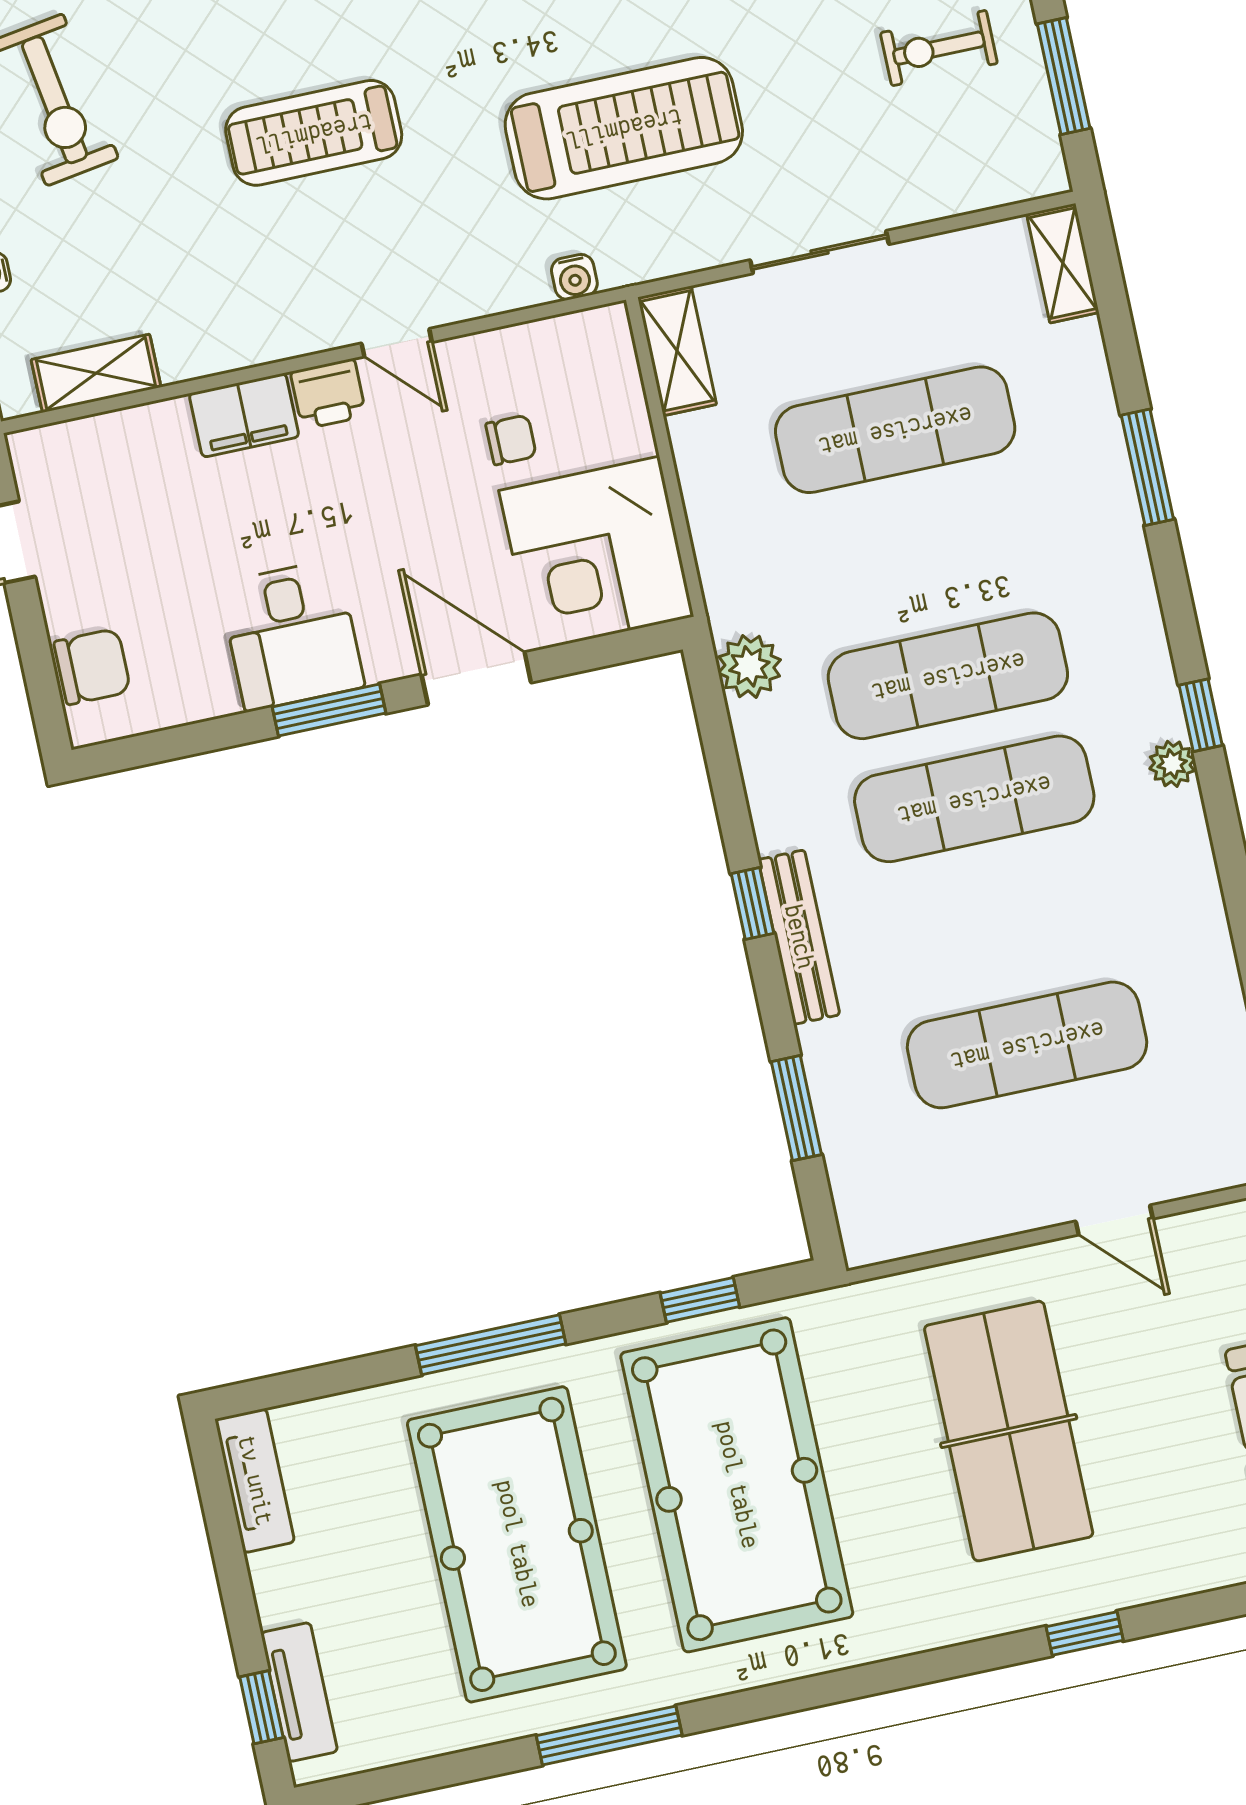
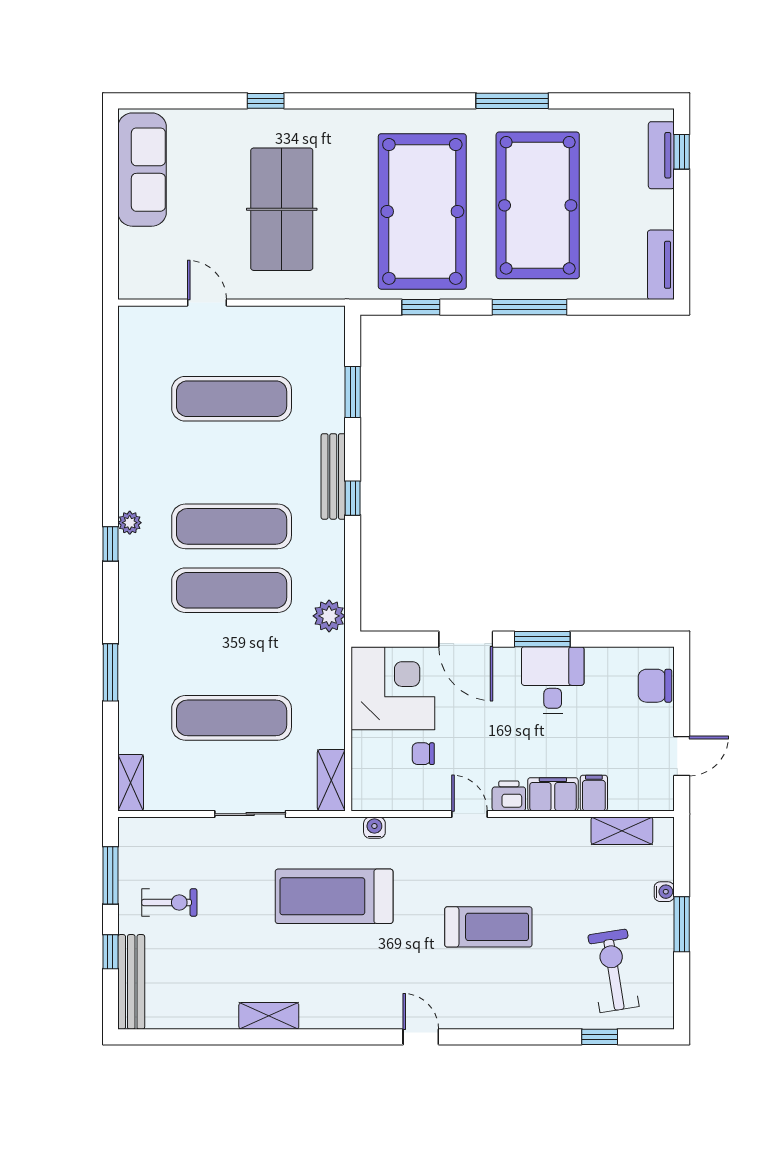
filing cabinet: (166, 435) -> (594, 793), added

